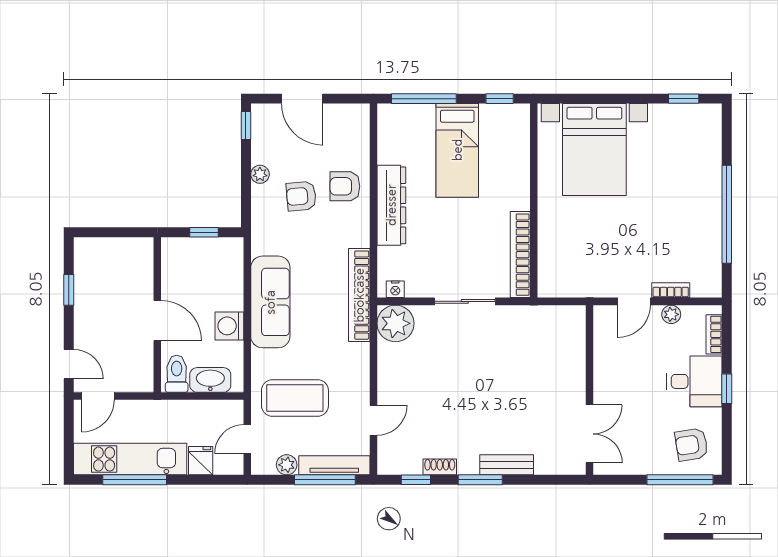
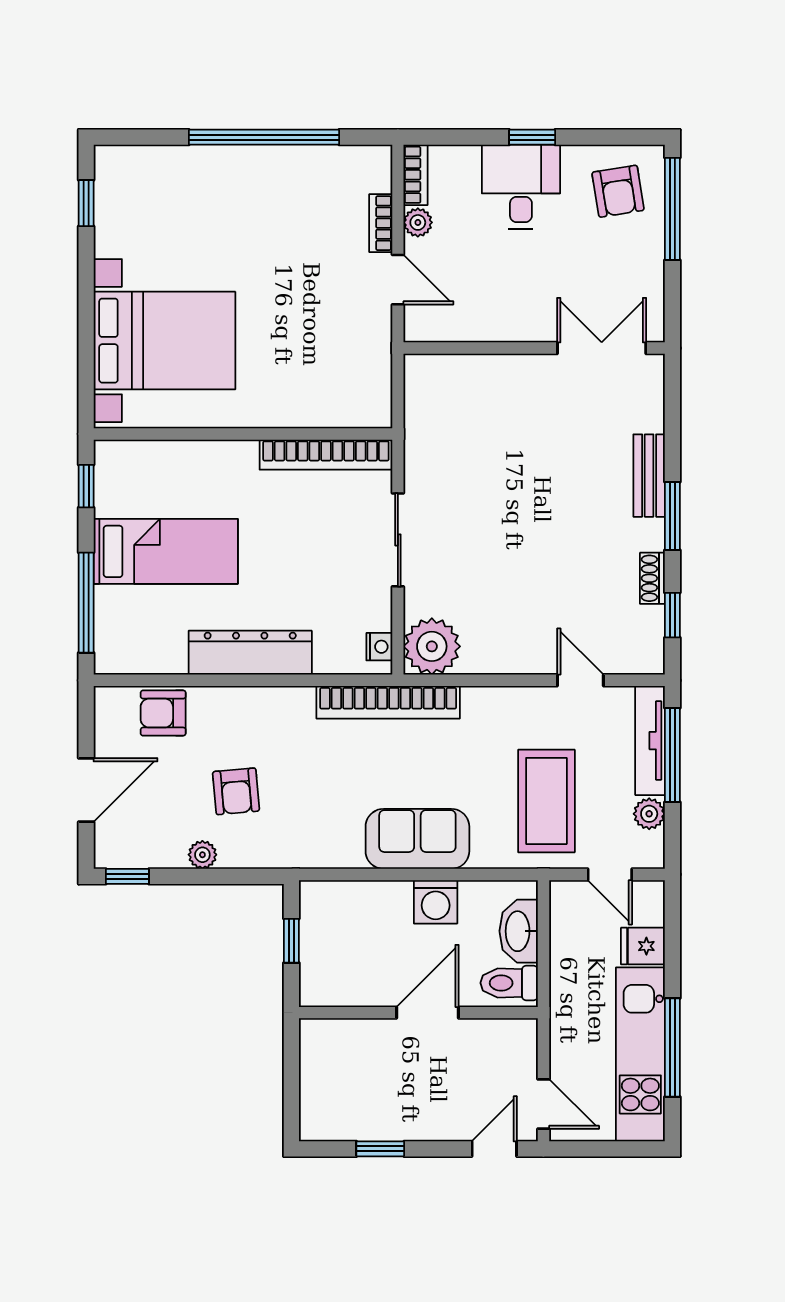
armchair: (345, 186) -> (163, 713), moved, turned 90
sofa: (270, 302) -> (417, 839), width x0.73
bookcase: (714, 334) -> (416, 175), moved, turned -90

